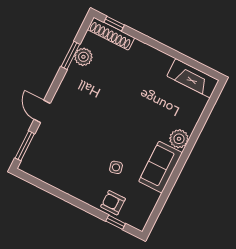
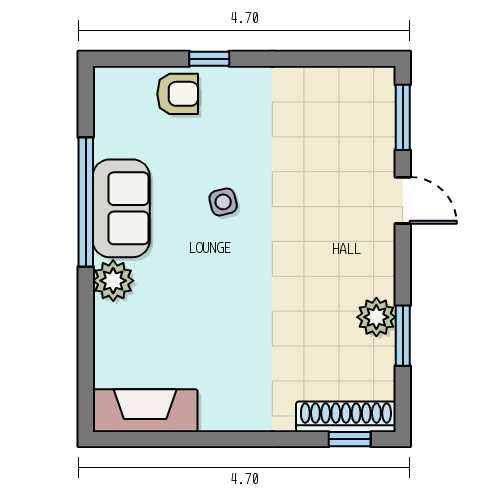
plant: (83, 57) -> (376, 317), moved
side table: (116, 167) -> (223, 202), moved
window: (174, 177) -> (86, 202), added
window: (116, 222) -> (209, 59), moved

